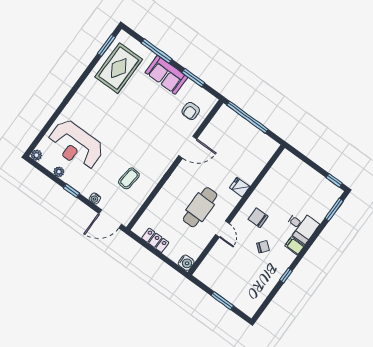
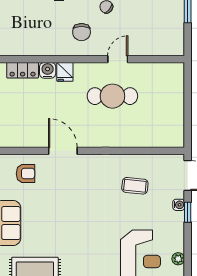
window: (71, 191) -> (188, 212), moved
locker: (155, 240) -> (23, 70), moved, turned -90
water cooler: (186, 263) -> (48, 70), moved

